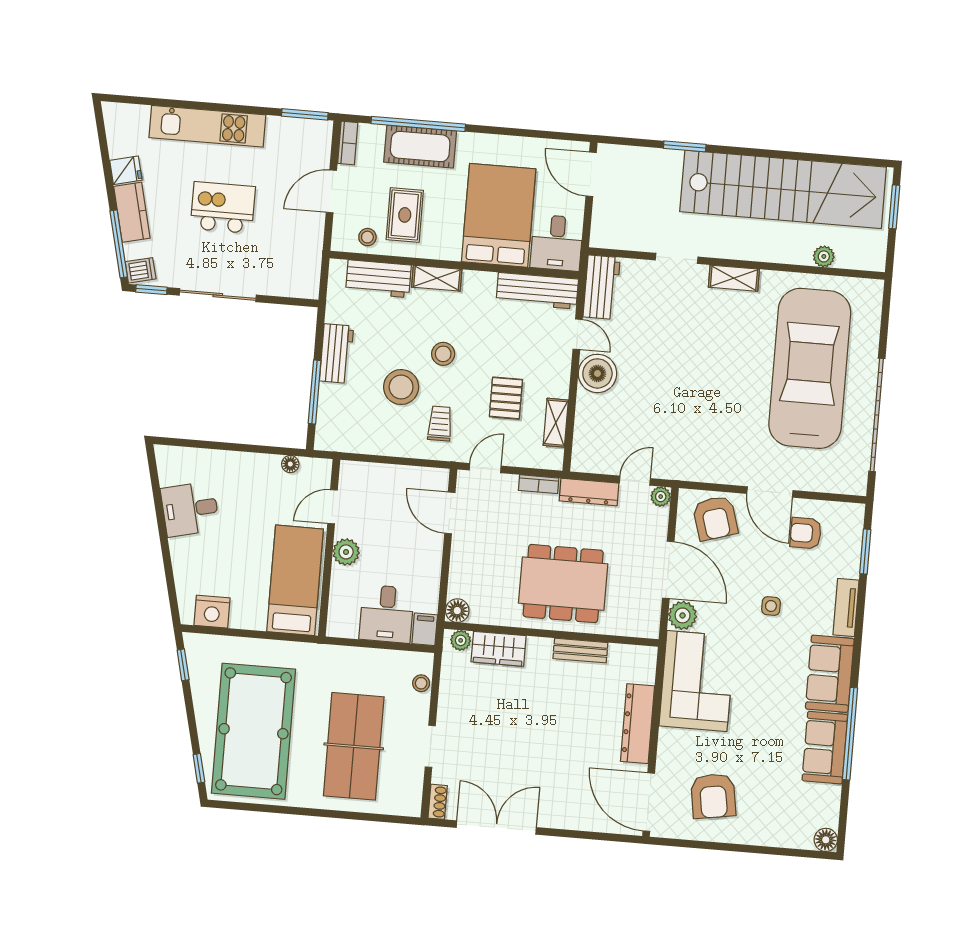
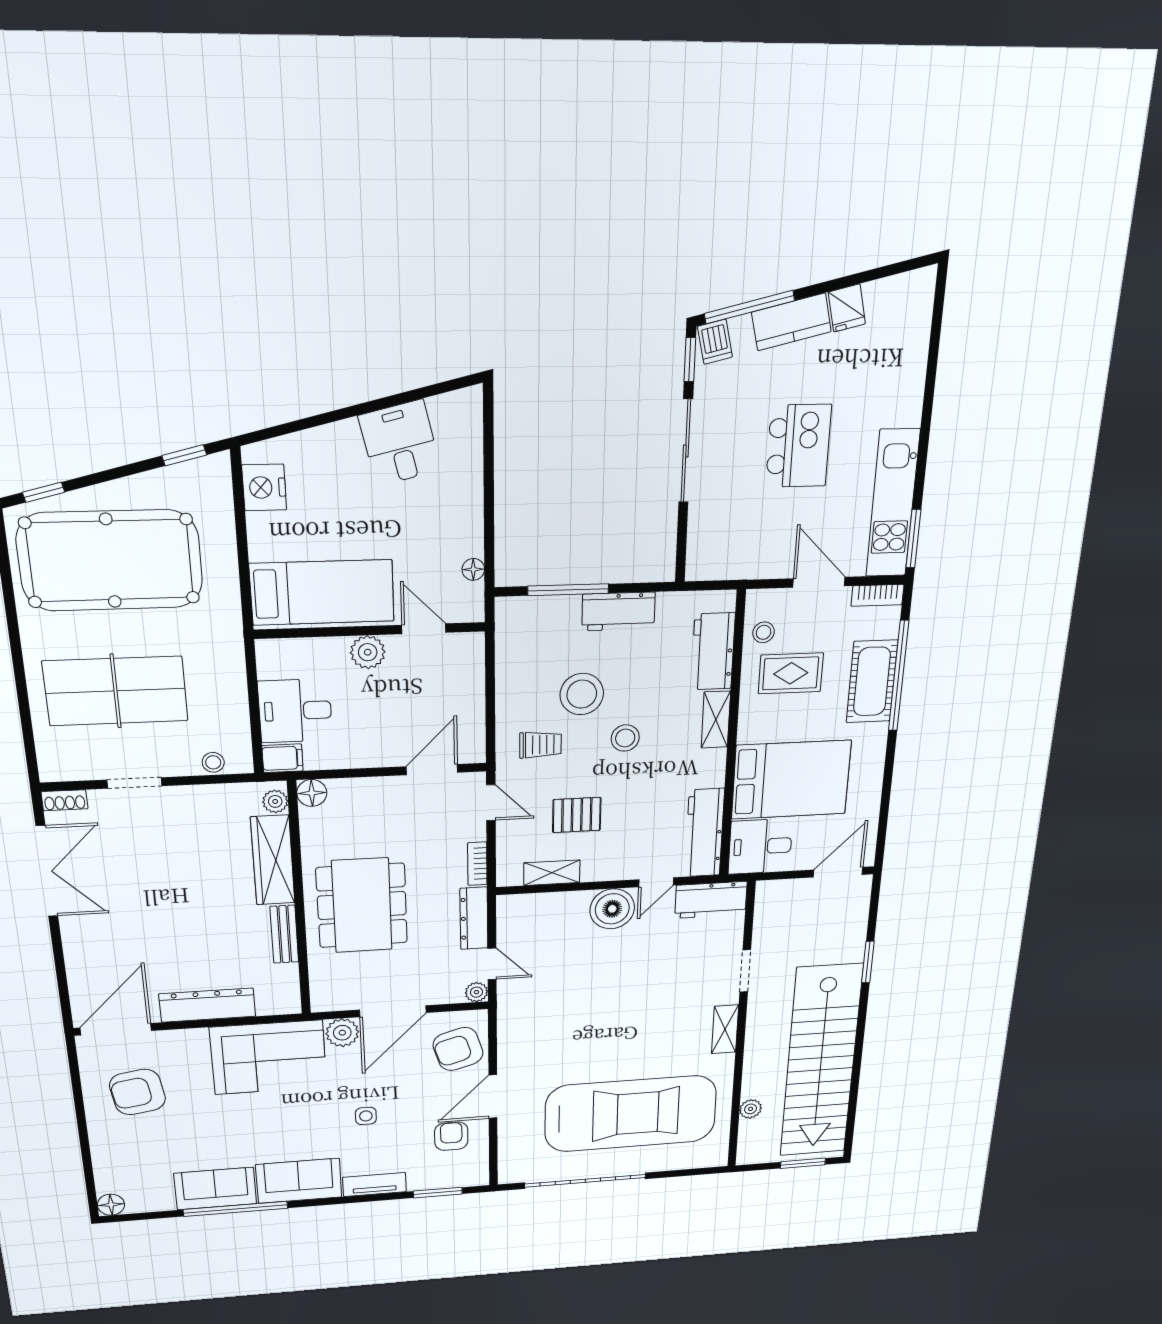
kitchen unit: (207, 126) -> (893, 504), moved
wardrobe: (499, 649) -> (273, 860), width x1.50

